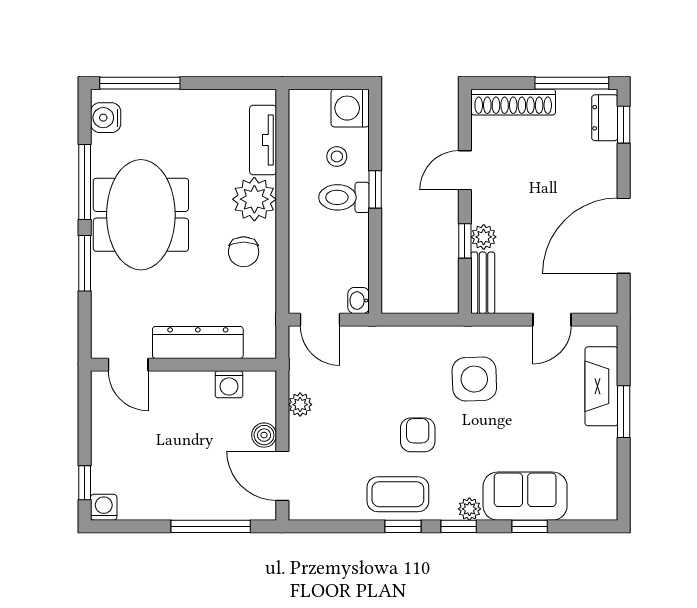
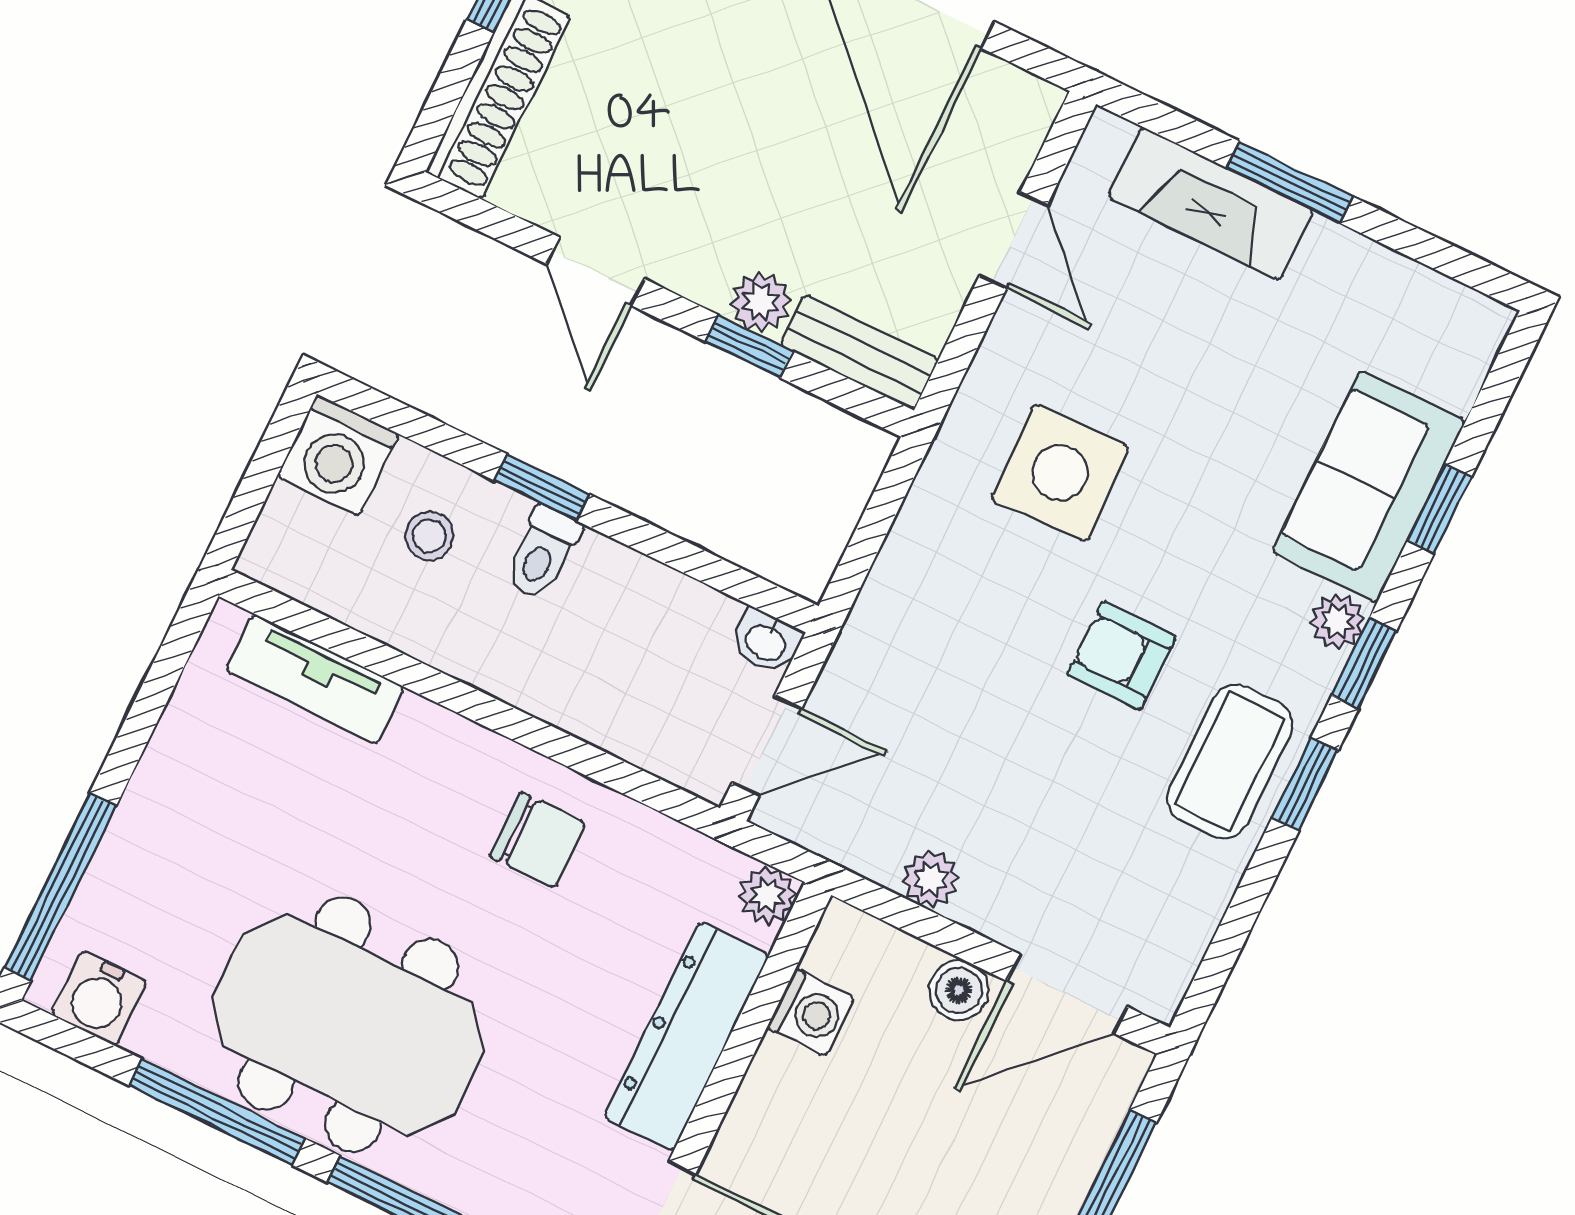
toilet: (344, 197) -> (542, 553), width x0.73, depth x0.72
plant: (254, 199) -> (767, 895), moved, width x0.53, depth x0.53

